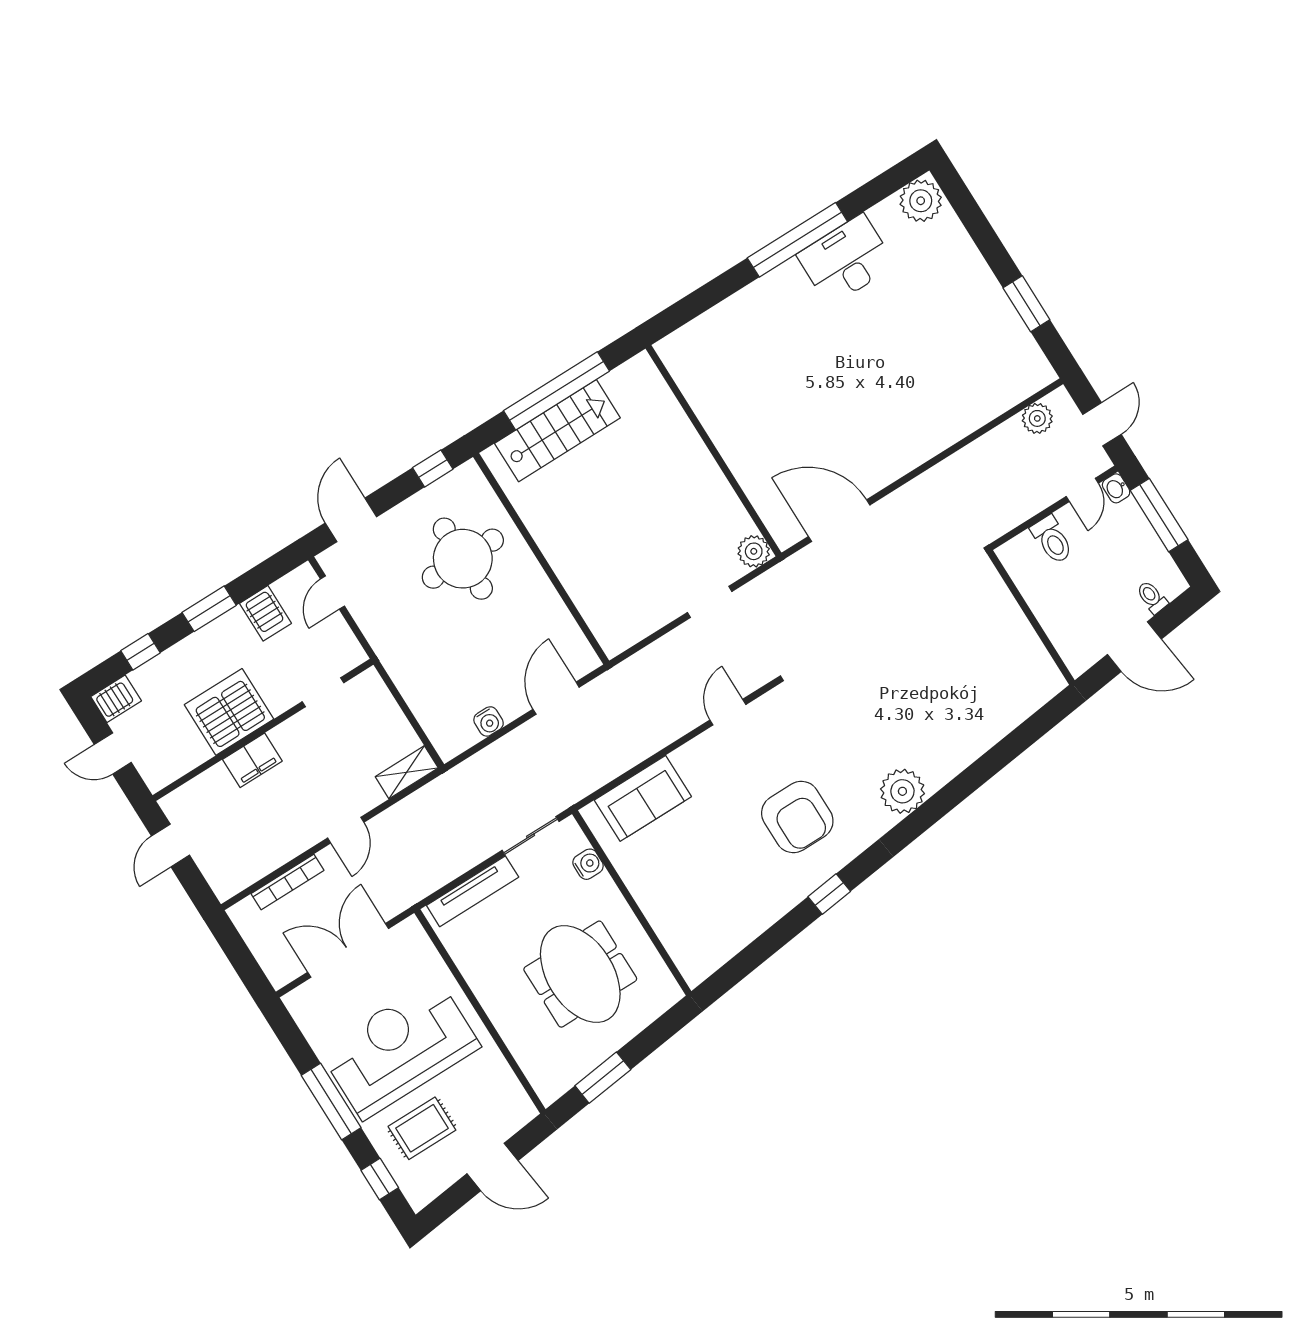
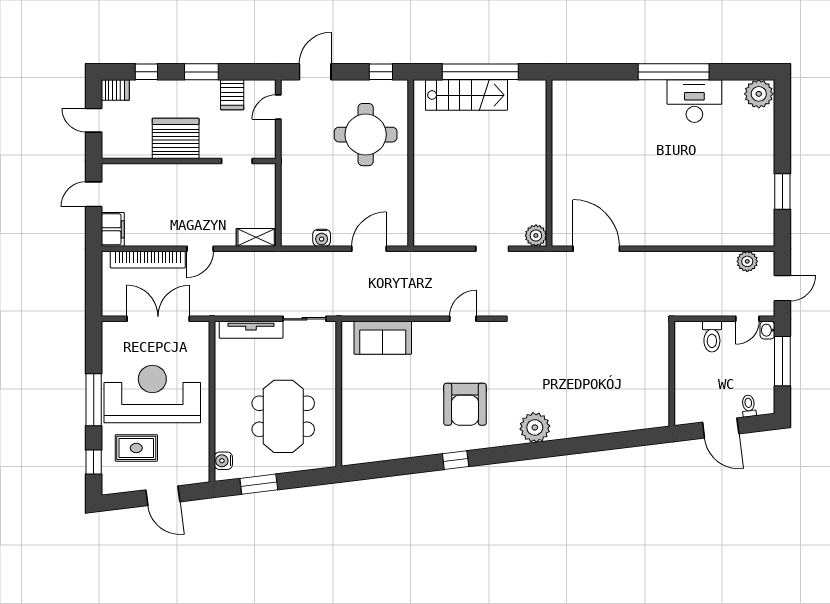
filing cabinet: (252, 760) -> (113, 229), moved, turned -90
water cooler: (588, 864) -> (223, 461), moved, turned 180
bookcase: (287, 882) -> (148, 260), width x1.48, depth x1.31

